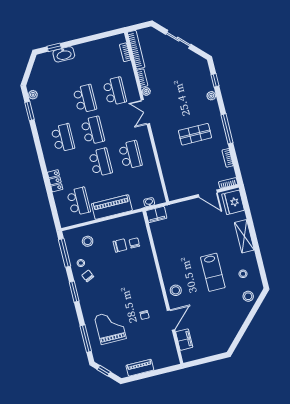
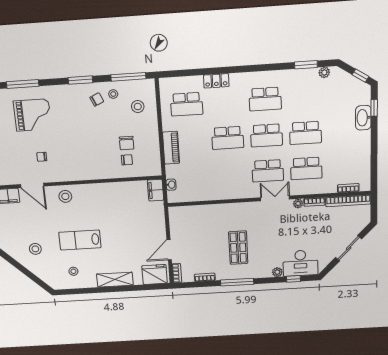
window: (30, 65) -> (361, 76), added
desk: (199, 78) -> (300, 263), added
school desk: (130, 155) -> (268, 171), moved
piano: (112, 207) -> (171, 148), width x0.73, depth x0.75
stool: (248, 296) -> (35, 249), moved

